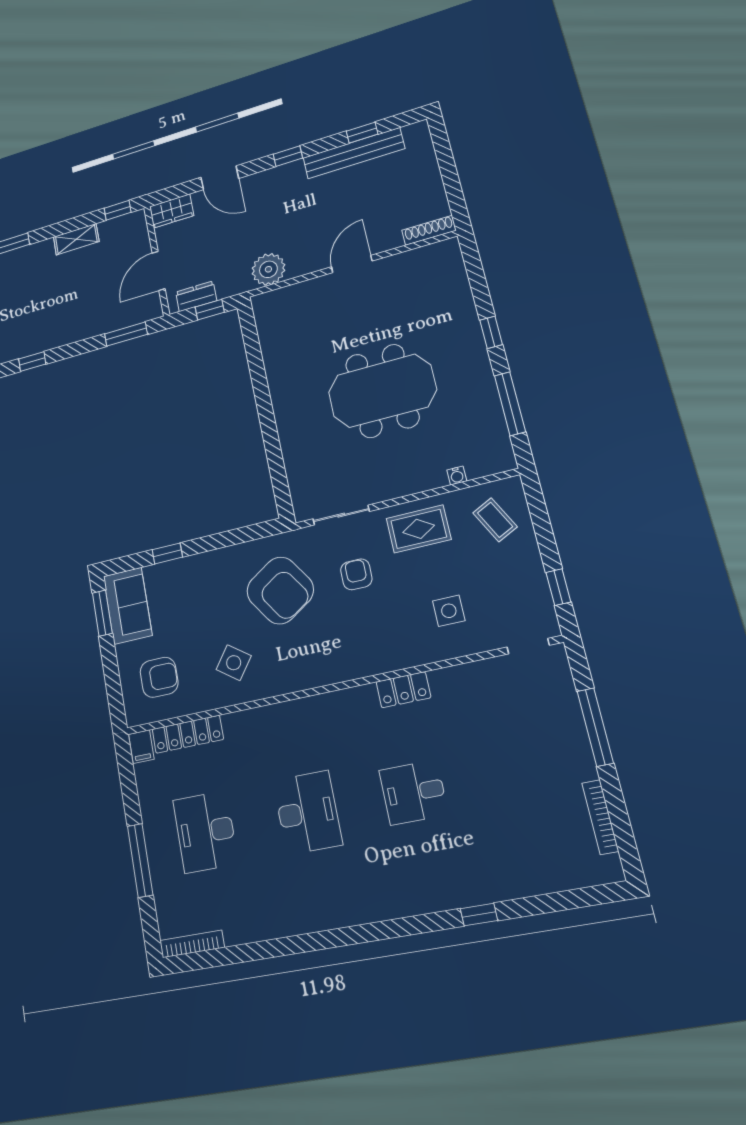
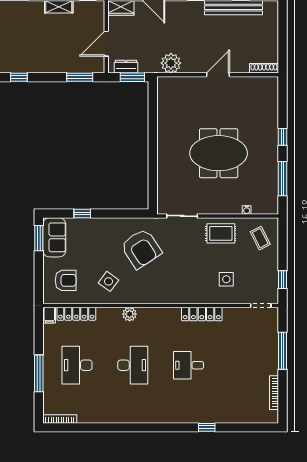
window: (210, 310) -> (132, 77), width x1.50
armchair: (356, 574) -> (183, 250), removed
locker: (403, 690) -> (202, 314), width x1.53
plant: (283, 715) -> (130, 314), added

